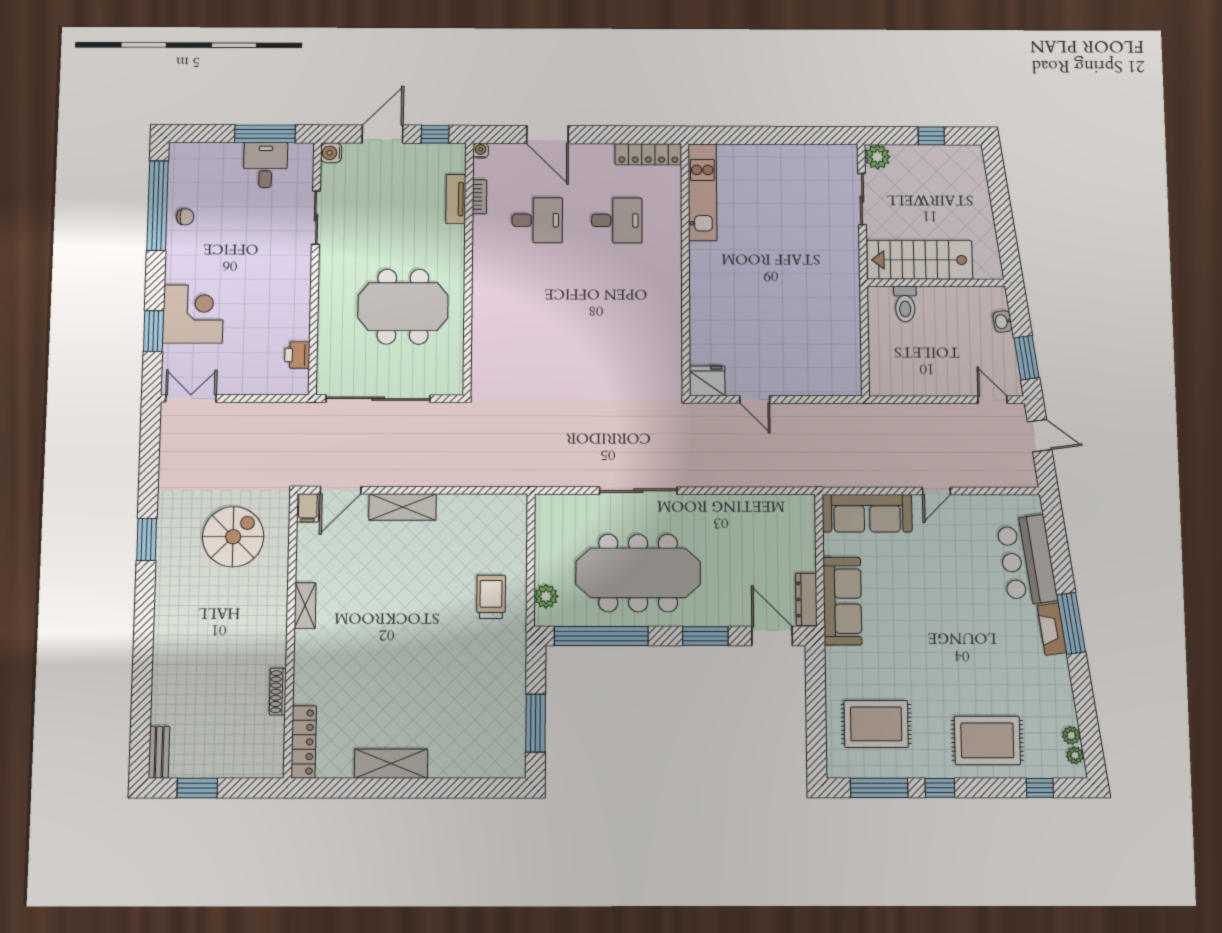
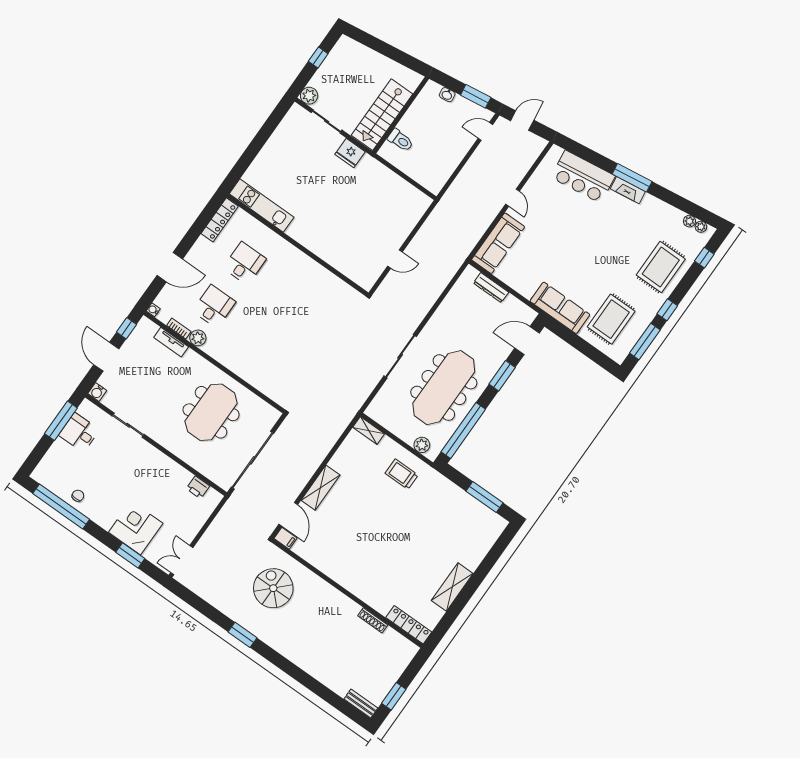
plant: (484, 227) -> (198, 338), added
fridge: (707, 381) -> (350, 153), moved, turned -90
dresser: (806, 599) -> (491, 288), moved
sofa: (842, 601) -> (560, 308), moved
shelving: (305, 606) -> (369, 430), moved

